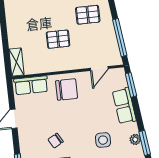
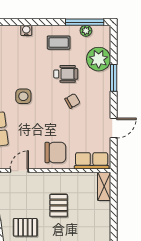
pallet: (58, 39) -> (59, 205), turned 90
chair: (67, 89) -> (55, 152), turned 180

